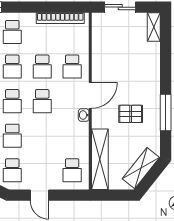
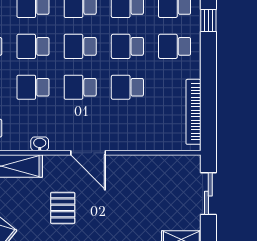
school desk: (72, 67) -> (33, 87), moved
washbasin: (84, 115) -> (40, 144), moved

